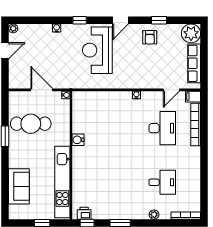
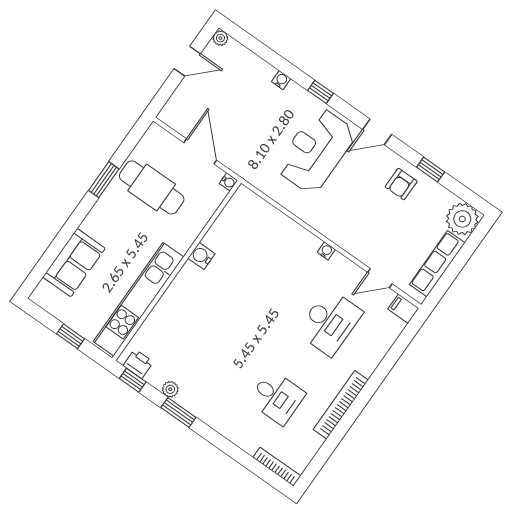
bookcase: (196, 124) -> (341, 405), moved
plant: (154, 215) -> (170, 389), moved

